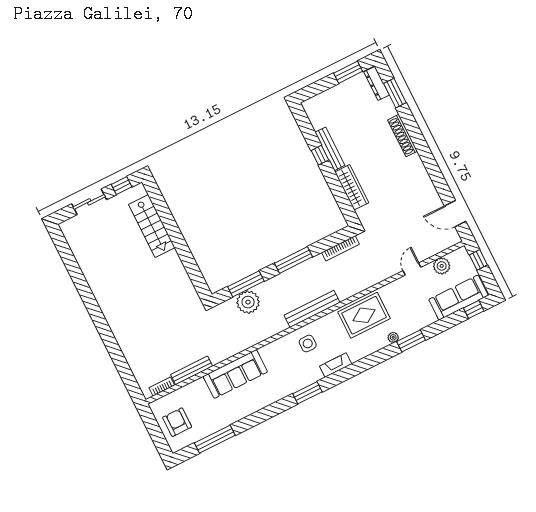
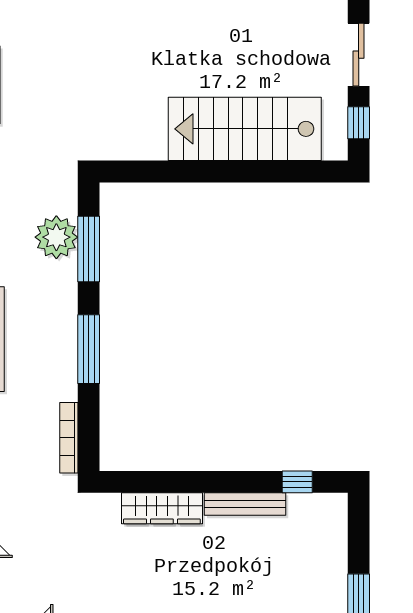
window: (320, 155) -> (297, 482), moved
stairs: (152, 226) -> (245, 129), width x1.36, depth x1.51

